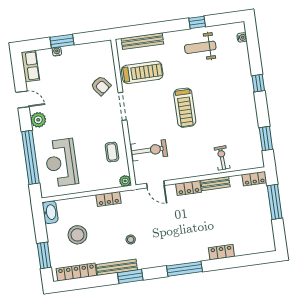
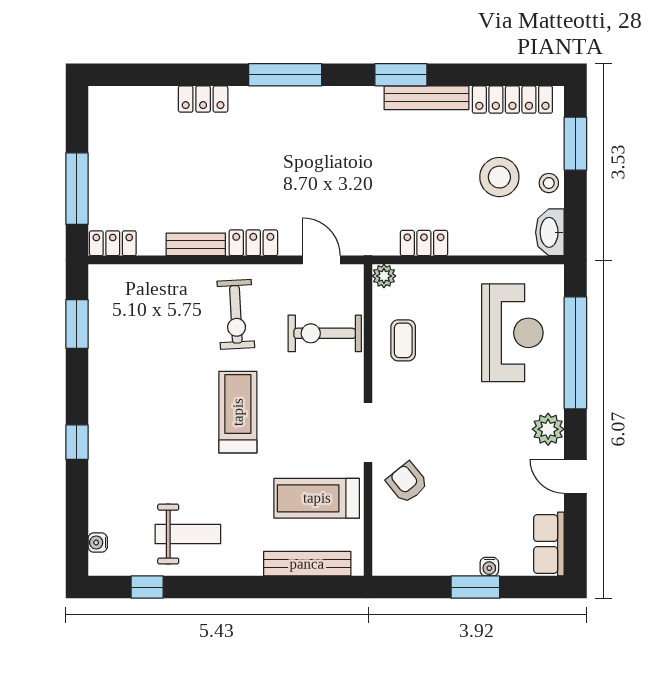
window: (197, 22) -> (147, 587), moved
exercise bike: (222, 158) -> (236, 314), moved, width x1.38, depth x1.39
stool: (131, 239) -> (549, 183), moved

